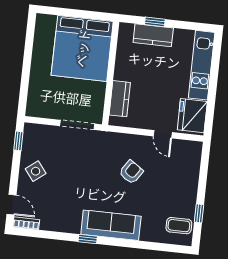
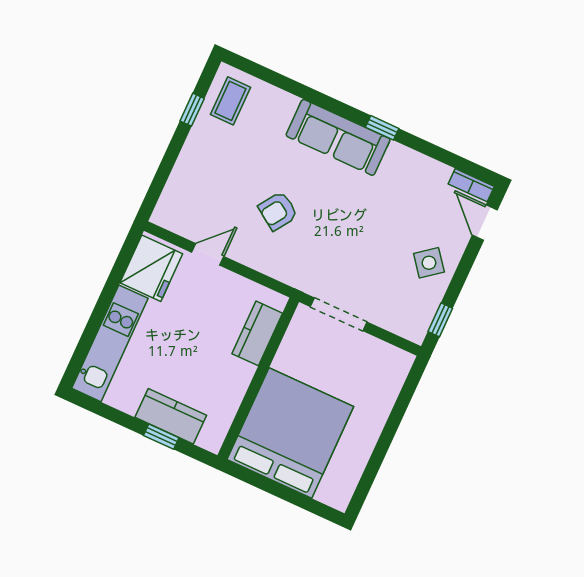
door: (163, 134) -> (208, 254), hinge flipped
coffee table: (179, 226) -> (230, 101), turned 90

